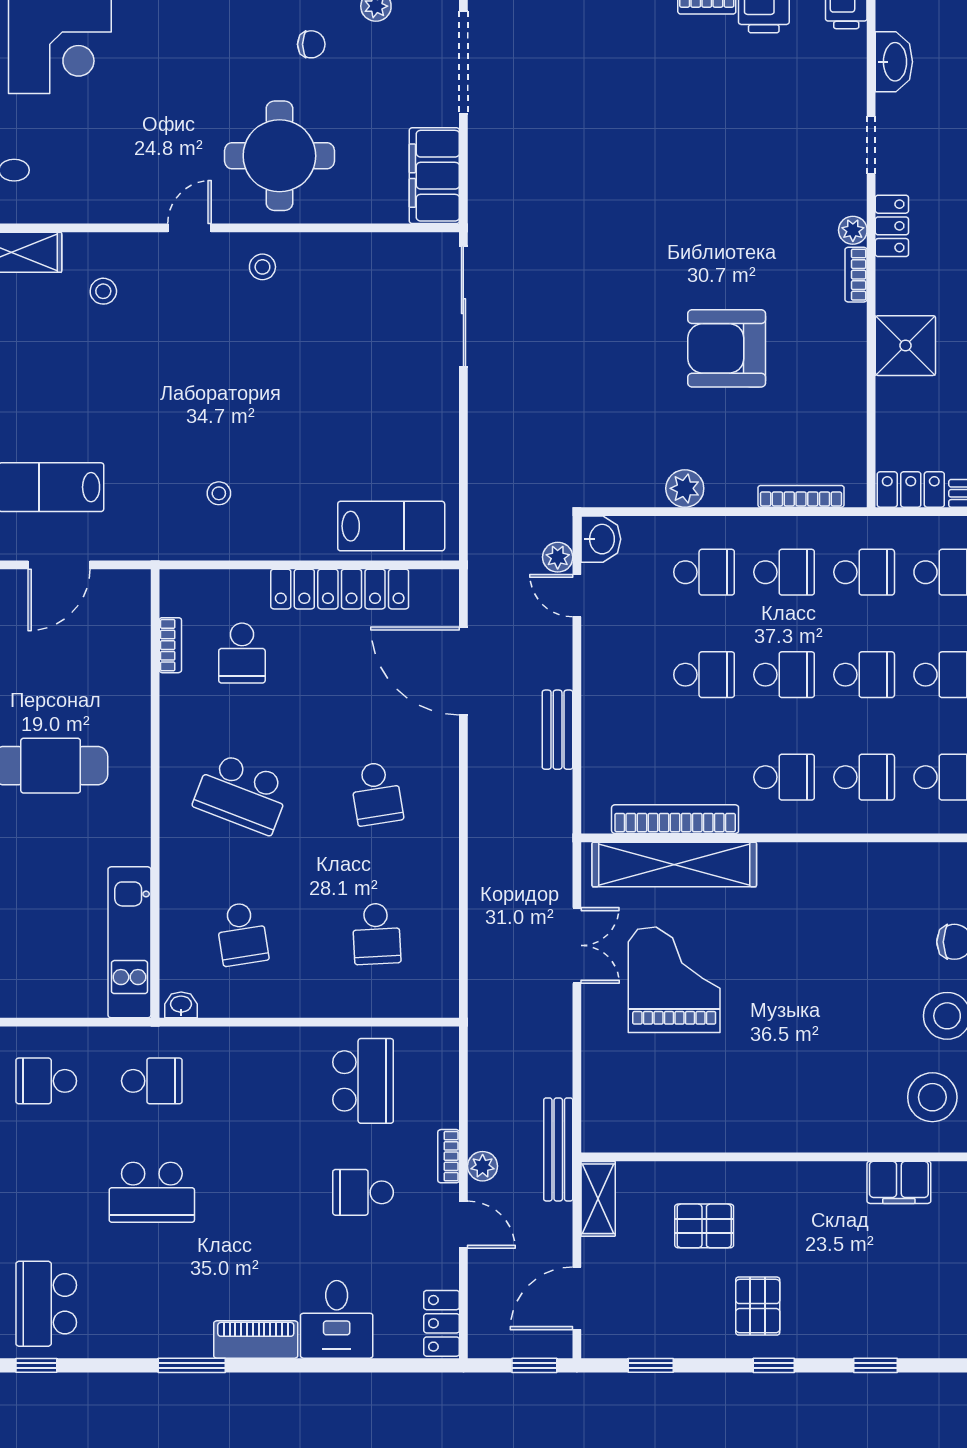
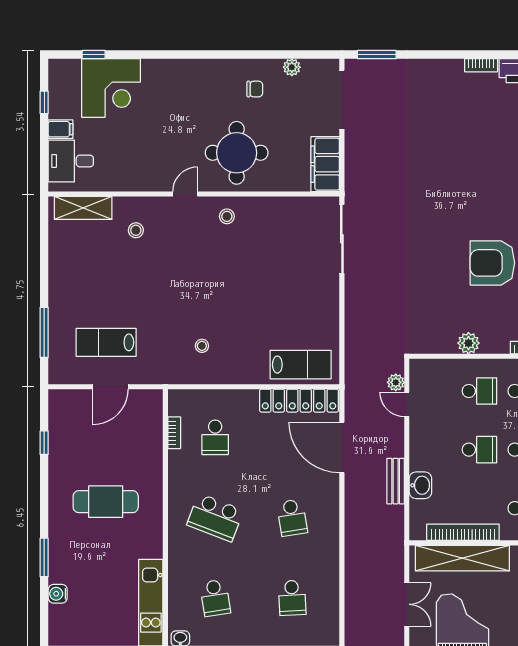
washbasin: (601, 539) -> (420, 485), moved
locker: (340, 589) -> (299, 401), moved

